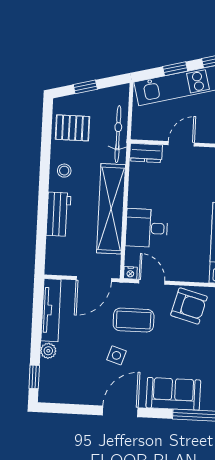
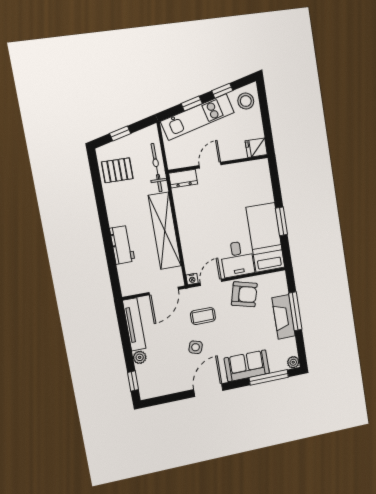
stool: (64, 171) -> (119, 208), removed
desk: (147, 228) -> (237, 259), moved, turned -90
door: (152, 282) -> (211, 282), hinge flipped
coffee table: (134, 320) -> (203, 316), width x0.73, depth x0.77

